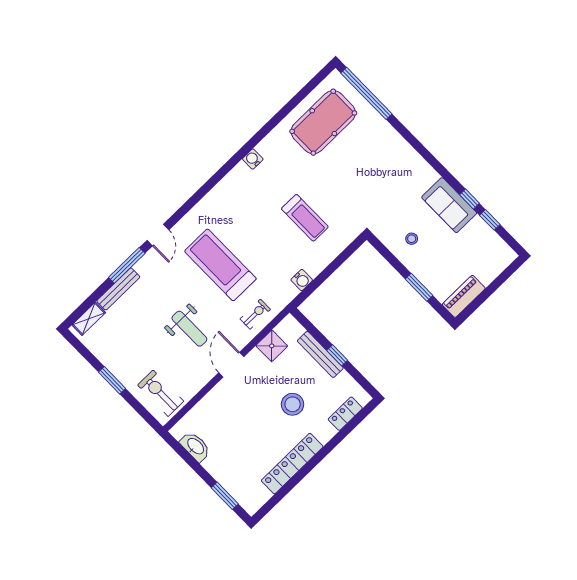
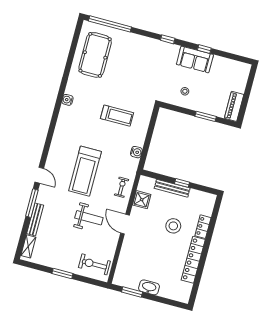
window: (490, 220) -> (168, 39), moved
treadmill: (220, 265) -> (85, 171), turned -90
locker: (345, 414) -> (203, 227), moved
washbasin: (195, 447) -> (149, 287), moved
window: (225, 496) -> (132, 292), moved

